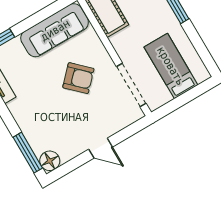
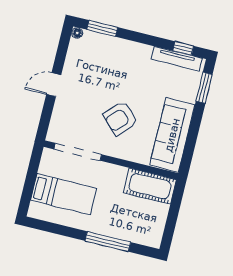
window: (28, 153) -> (102, 28), width x0.69
floor lamp: (50, 161) -> (77, 33), width x0.53, depth x0.53

